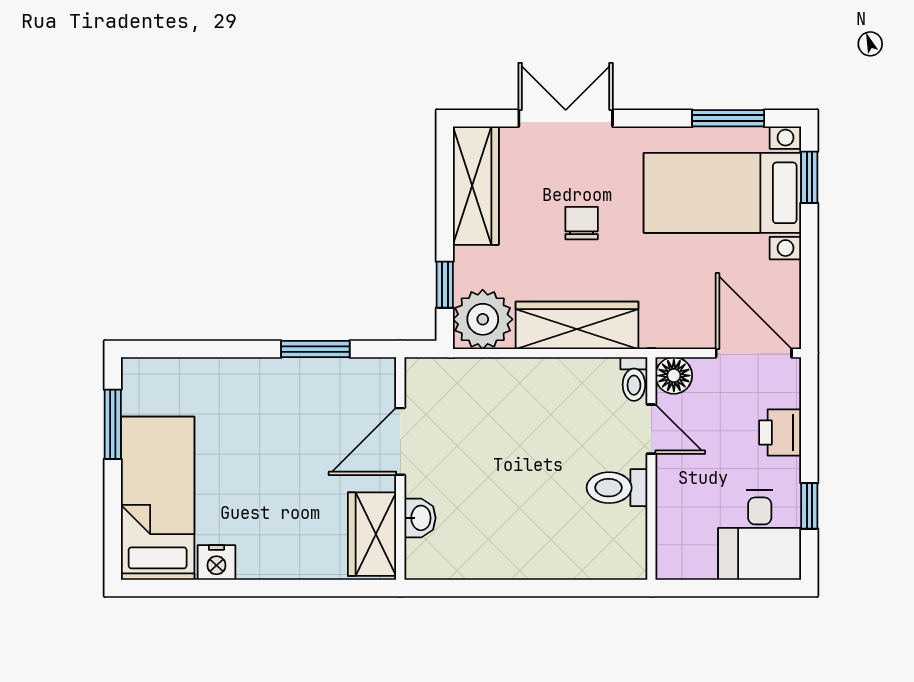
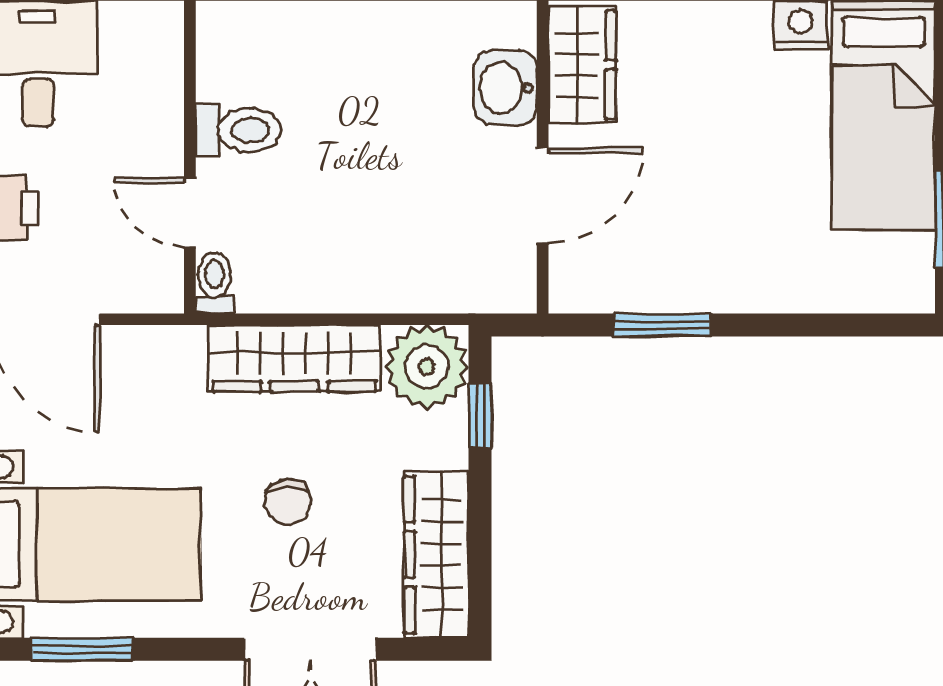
floor lamp: (674, 376) -> (158, 288), removed
washbasin: (420, 518) -> (505, 88), width x1.38, depth x1.45

